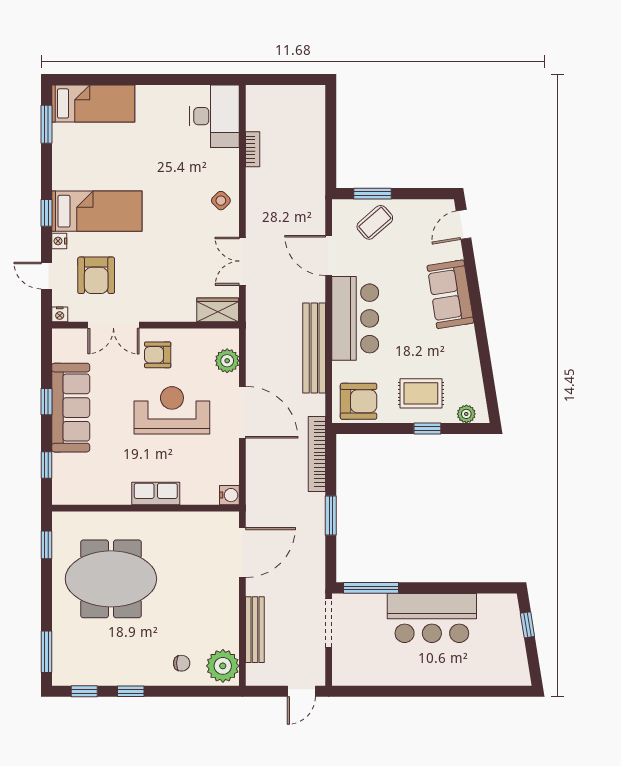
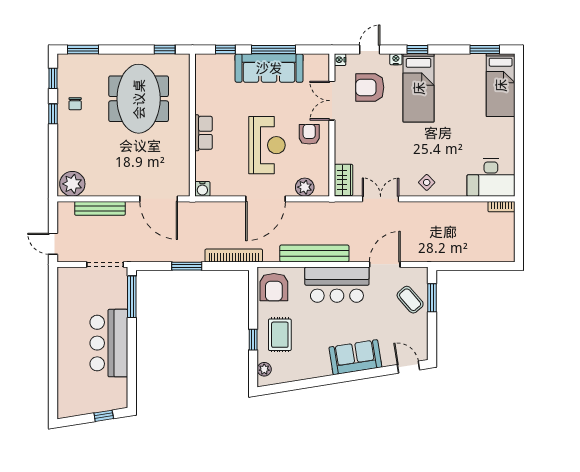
bookcase: (253, 149) -> (501, 207), moved
window: (46, 402) -> (274, 50), width x2.17
chair: (182, 663) -> (75, 104), moved

